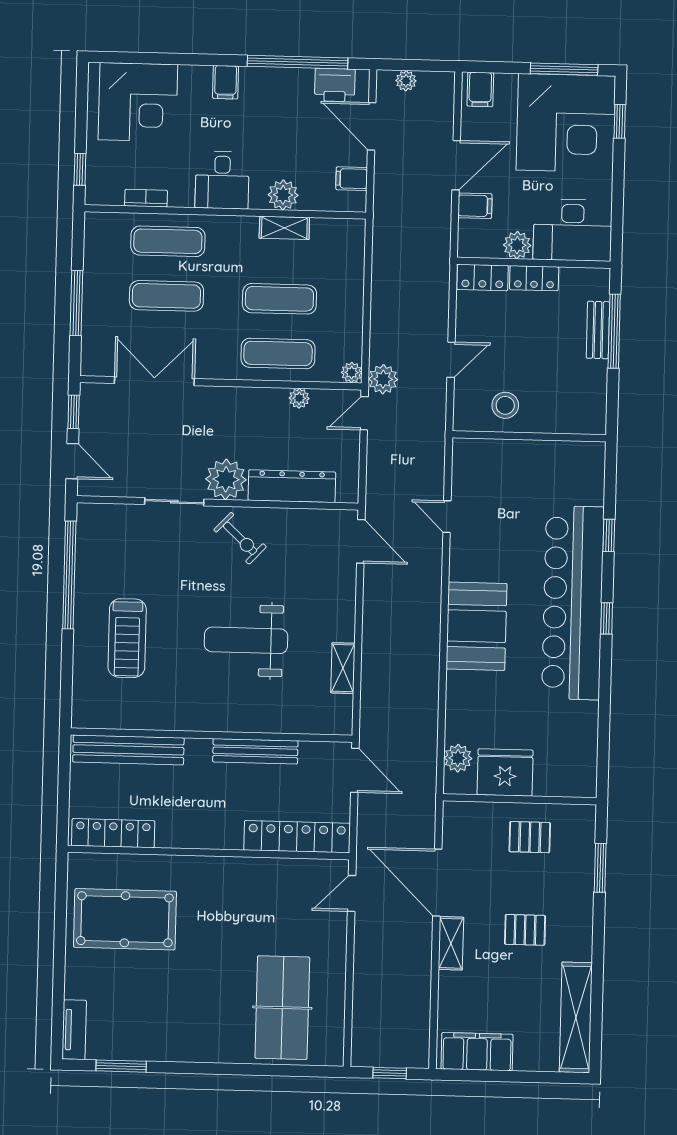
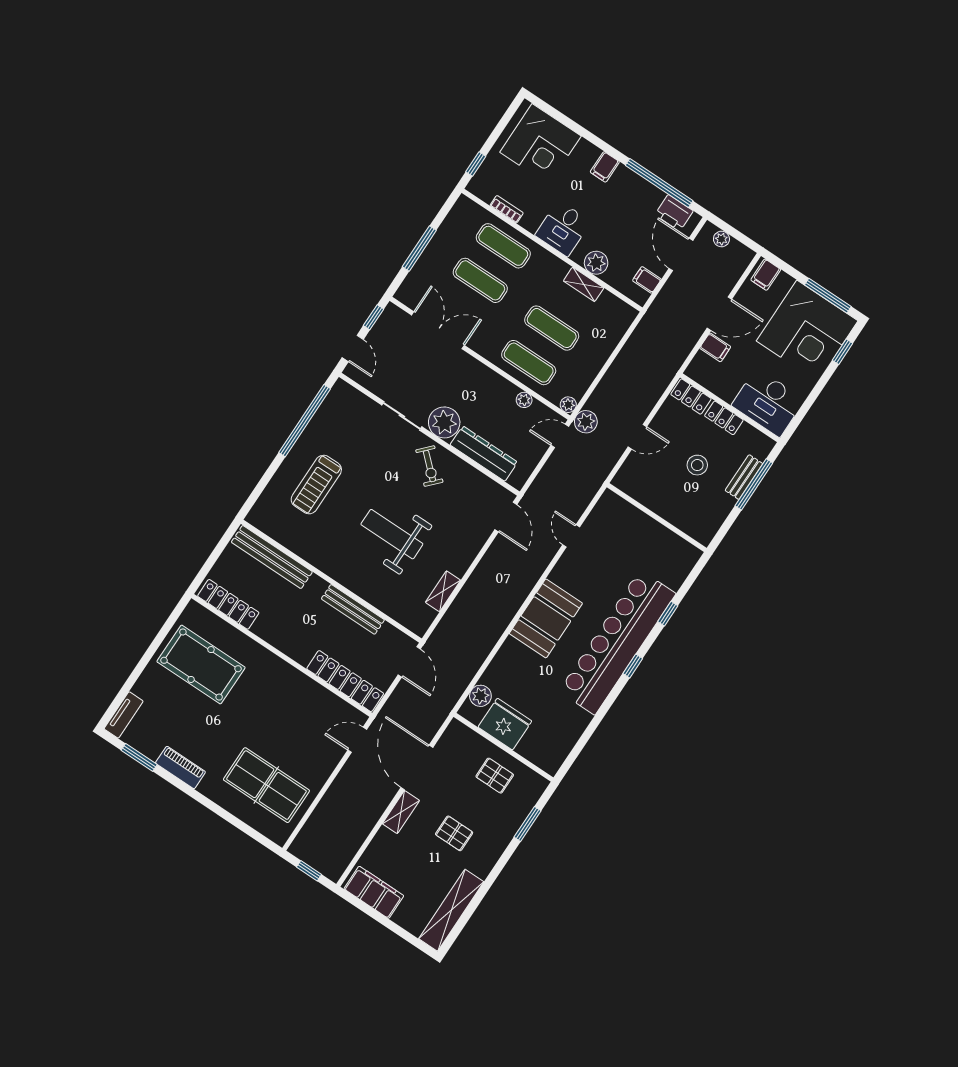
plant: (517, 245) -> (726, 390), removed
stool: (505, 405) -> (697, 465), moved
table tennis table: (282, 1008) -> (266, 785), turned 90
piano: (174, 1048) -> (180, 767), added

